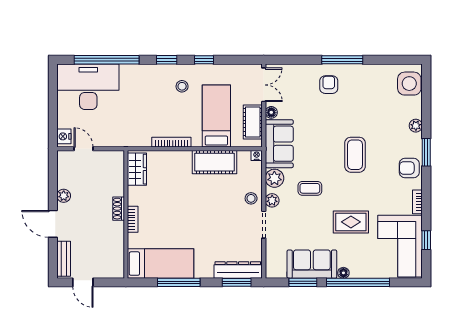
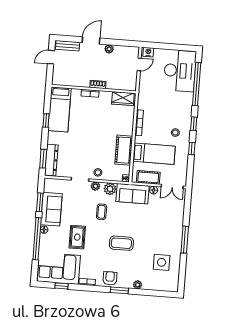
side table: (409, 84) -> (162, 262), moved
armchair: (329, 85) -> (169, 229), removed
window: (179, 282) -> (46, 120), width x0.46

